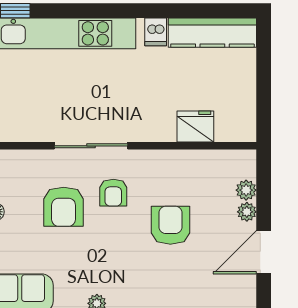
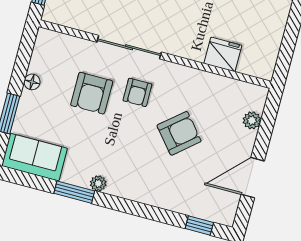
plant: (247, 212) -> (247, 139), removed
armchair: (170, 225) -> (179, 133), turned 50

